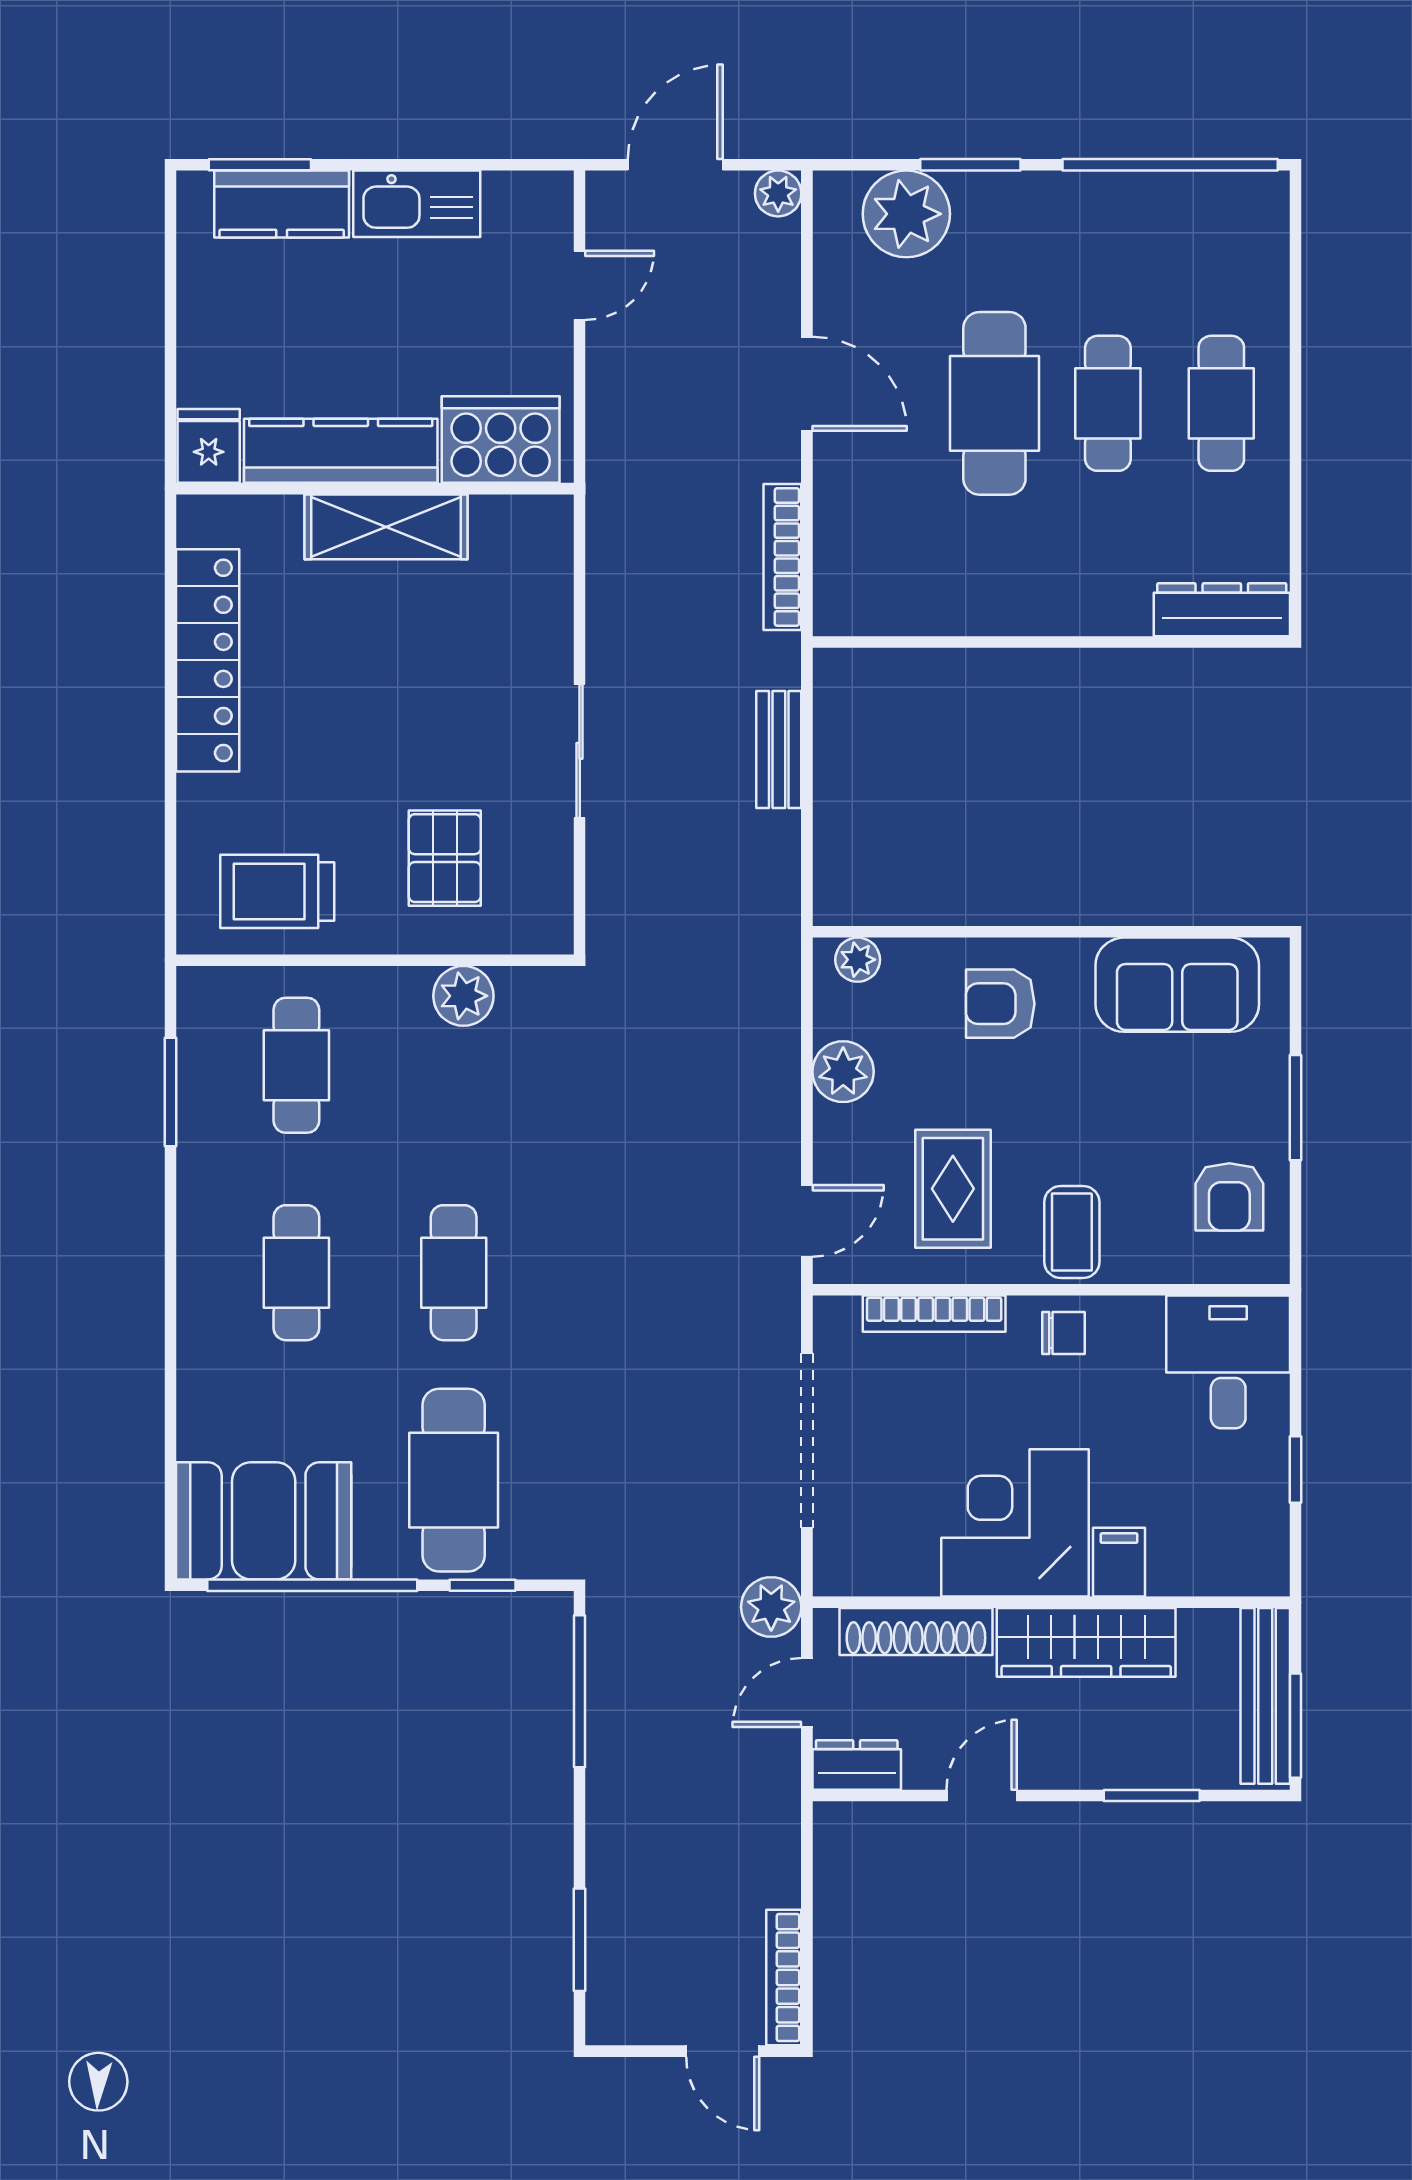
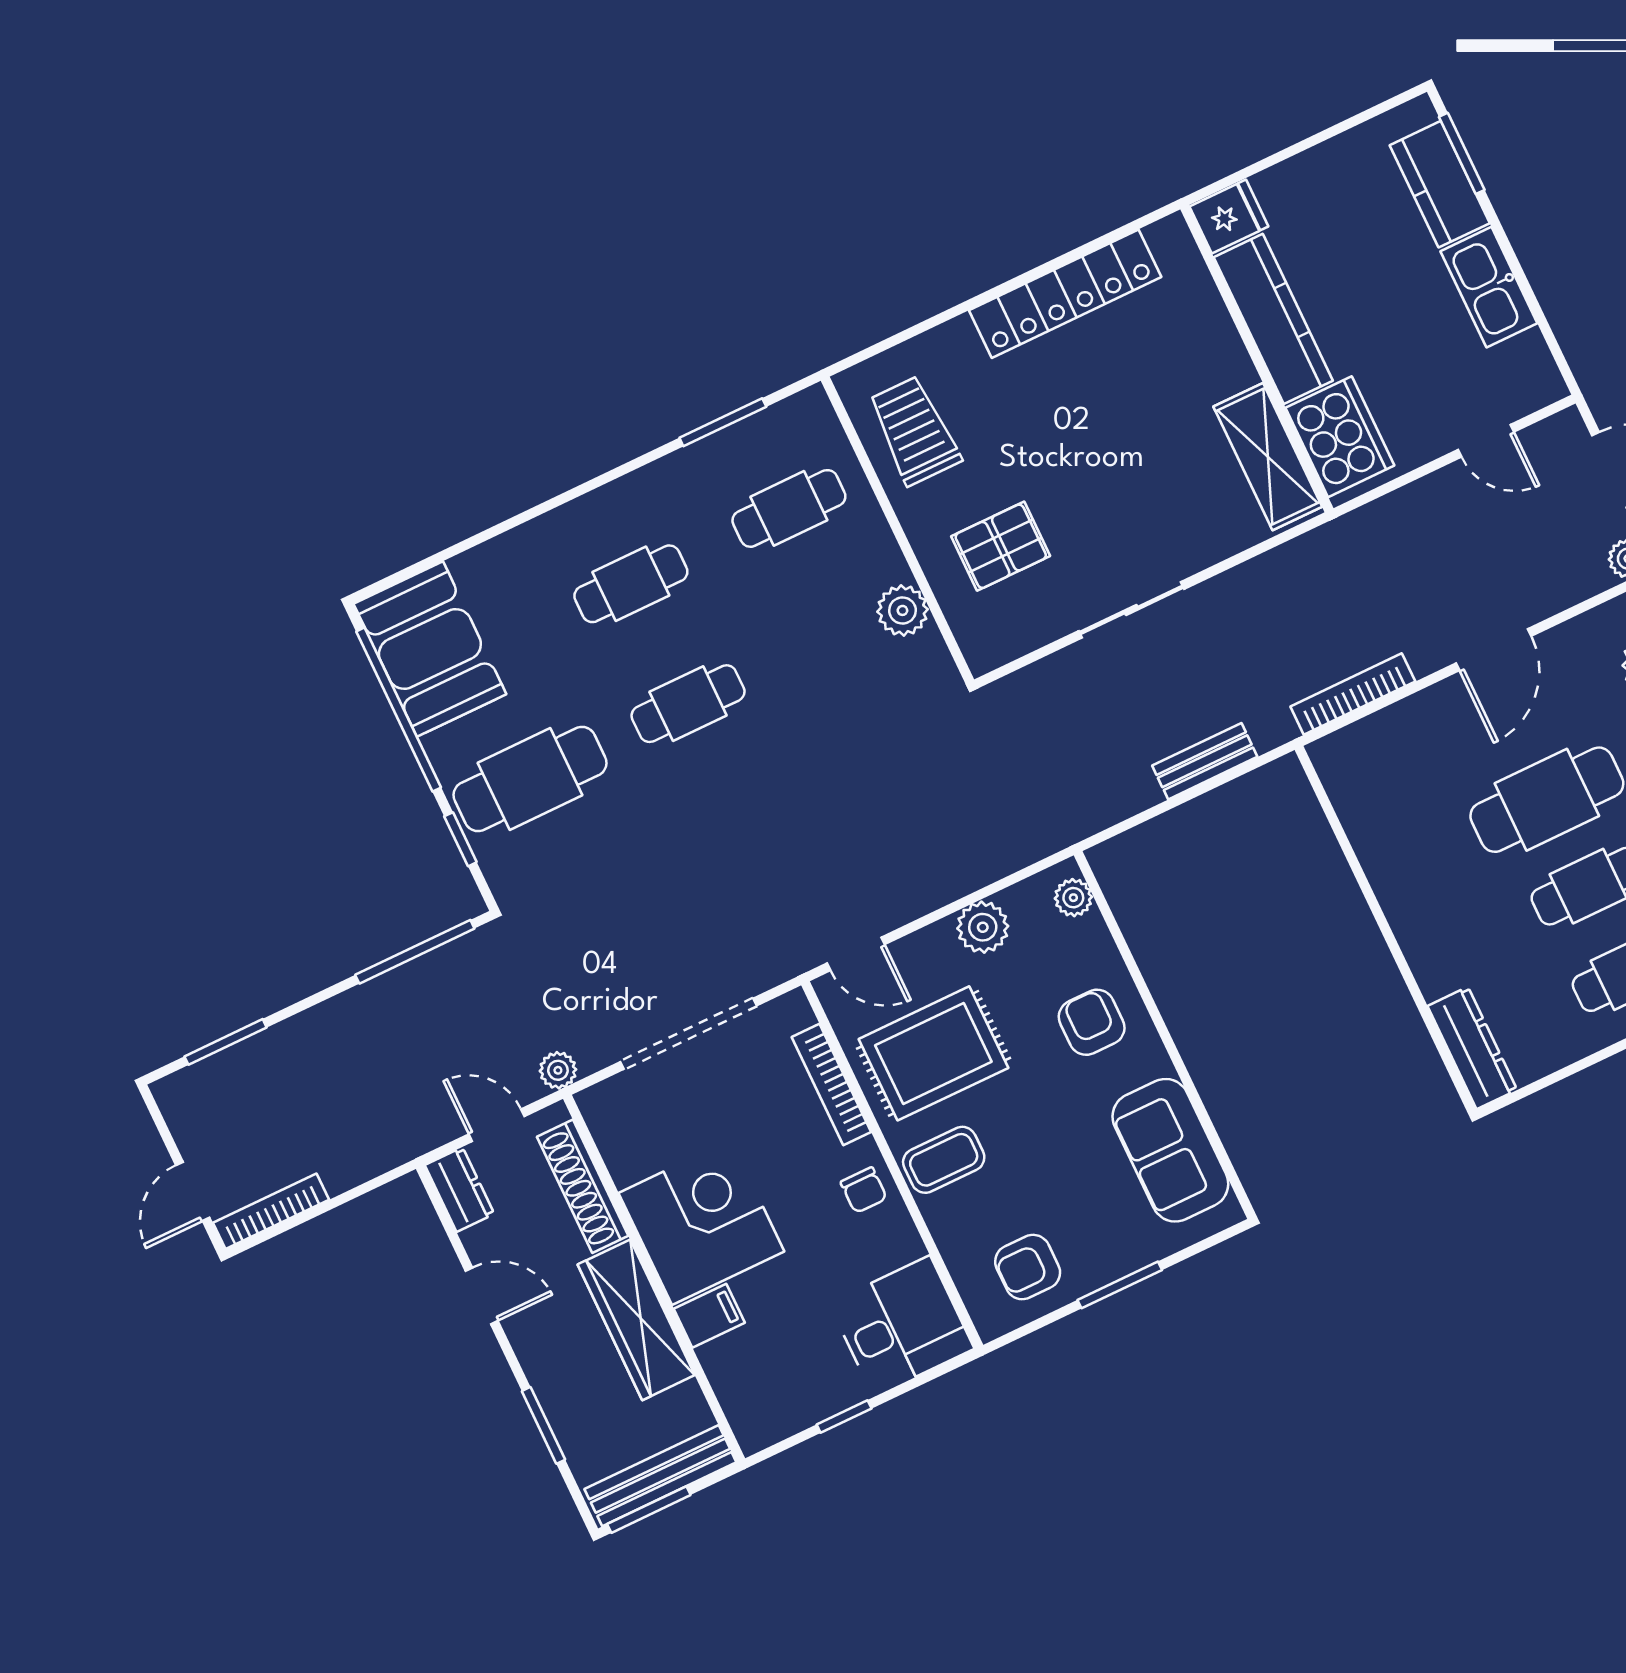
shelving: (386, 527) -> (1268, 457), moved
rug: (953, 1189) -> (933, 1053), width x1.36, depth x1.43
plant: (771, 1607) -> (558, 1070), width x0.73, depth x0.73

